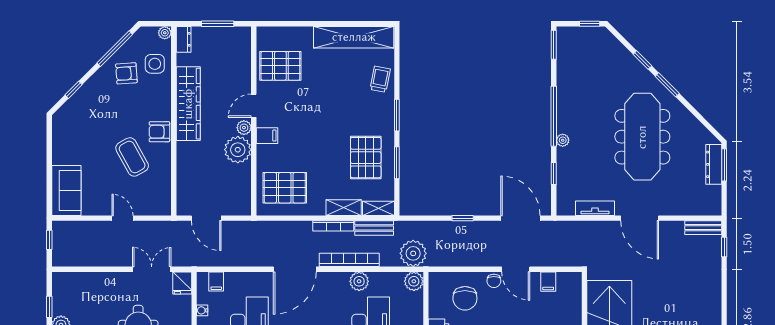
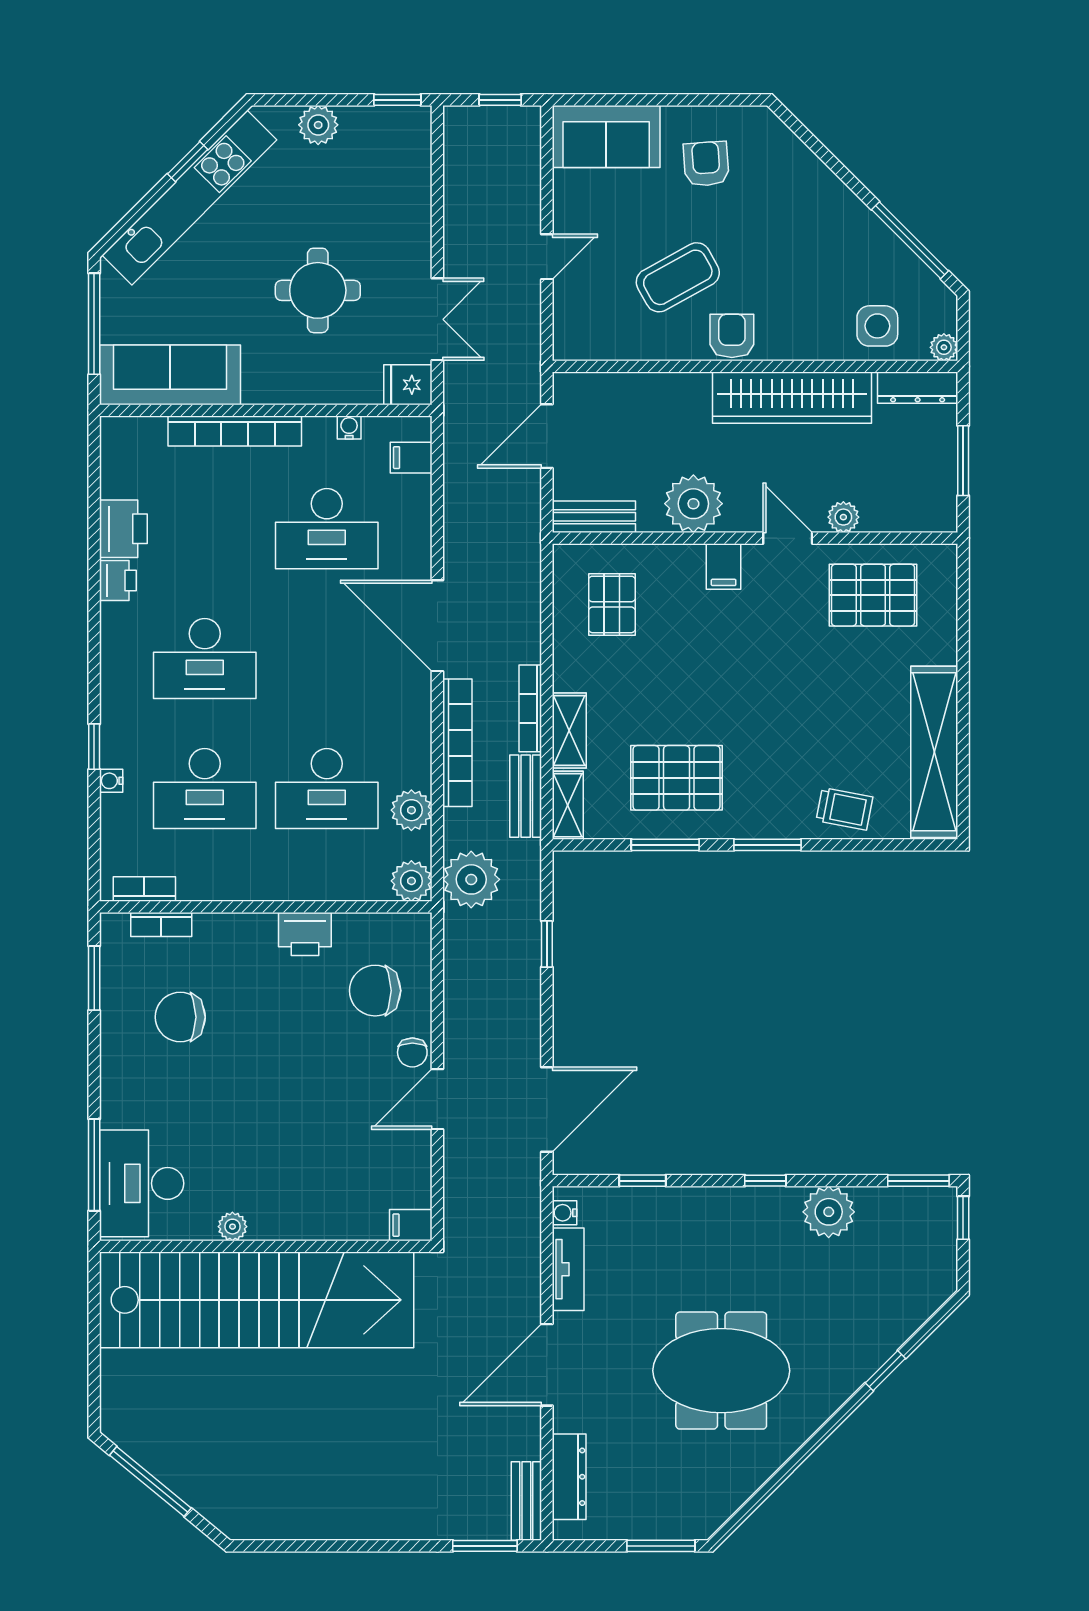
window: (590, 24) -> (963, 1218), moved
dresser: (184, 39) -> (918, 388), width x1.44
pallet: (280, 66) -> (873, 595), turned 90
armchair: (126, 73) -> (706, 164), moved
window: (667, 85) -> (832, 1424), removed
window: (74, 90) -> (822, 152), removed
window: (554, 116) -> (765, 1181), width x0.32
plant: (244, 128) -> (843, 517), moved
meeting table: (642, 137) -> (721, 1371), width x0.73
plant: (563, 140) -> (829, 1212), moved, width x1.87, depth x1.87
dresser: (714, 164) -> (569, 1477), moved, turned 90
pallet: (285, 188) -> (612, 604), width x0.67, depth x0.71
bench: (244, 196) -> (594, 517), added
water cooler: (569, 210) -> (565, 1213), added
window: (463, 218) -> (547, 944), moved
window: (724, 247) -> (485, 1546), width x1.50
plant: (359, 281) -> (411, 810), moved
chair: (494, 281) -> (412, 1052), turned -90
filing cabinet: (548, 282) -> (411, 1225), moved
window: (49, 307) -> (397, 100), moved

